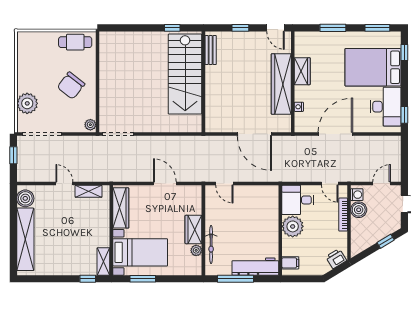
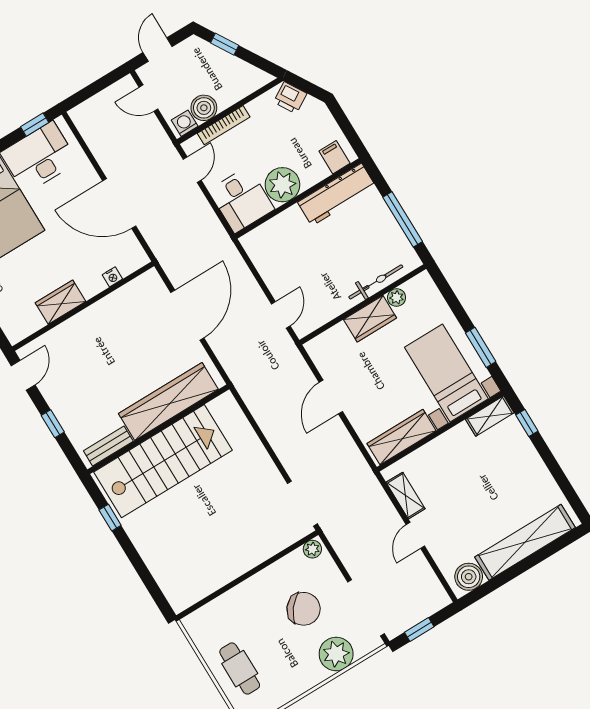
cafe table: (75, 42) -> (240, 669), moved
wardrobe: (281, 84) -> (168, 401), moved, turned 180
chair: (71, 86) -> (304, 609), moved
workbench: (255, 267) -> (337, 195), moved, turned -90

